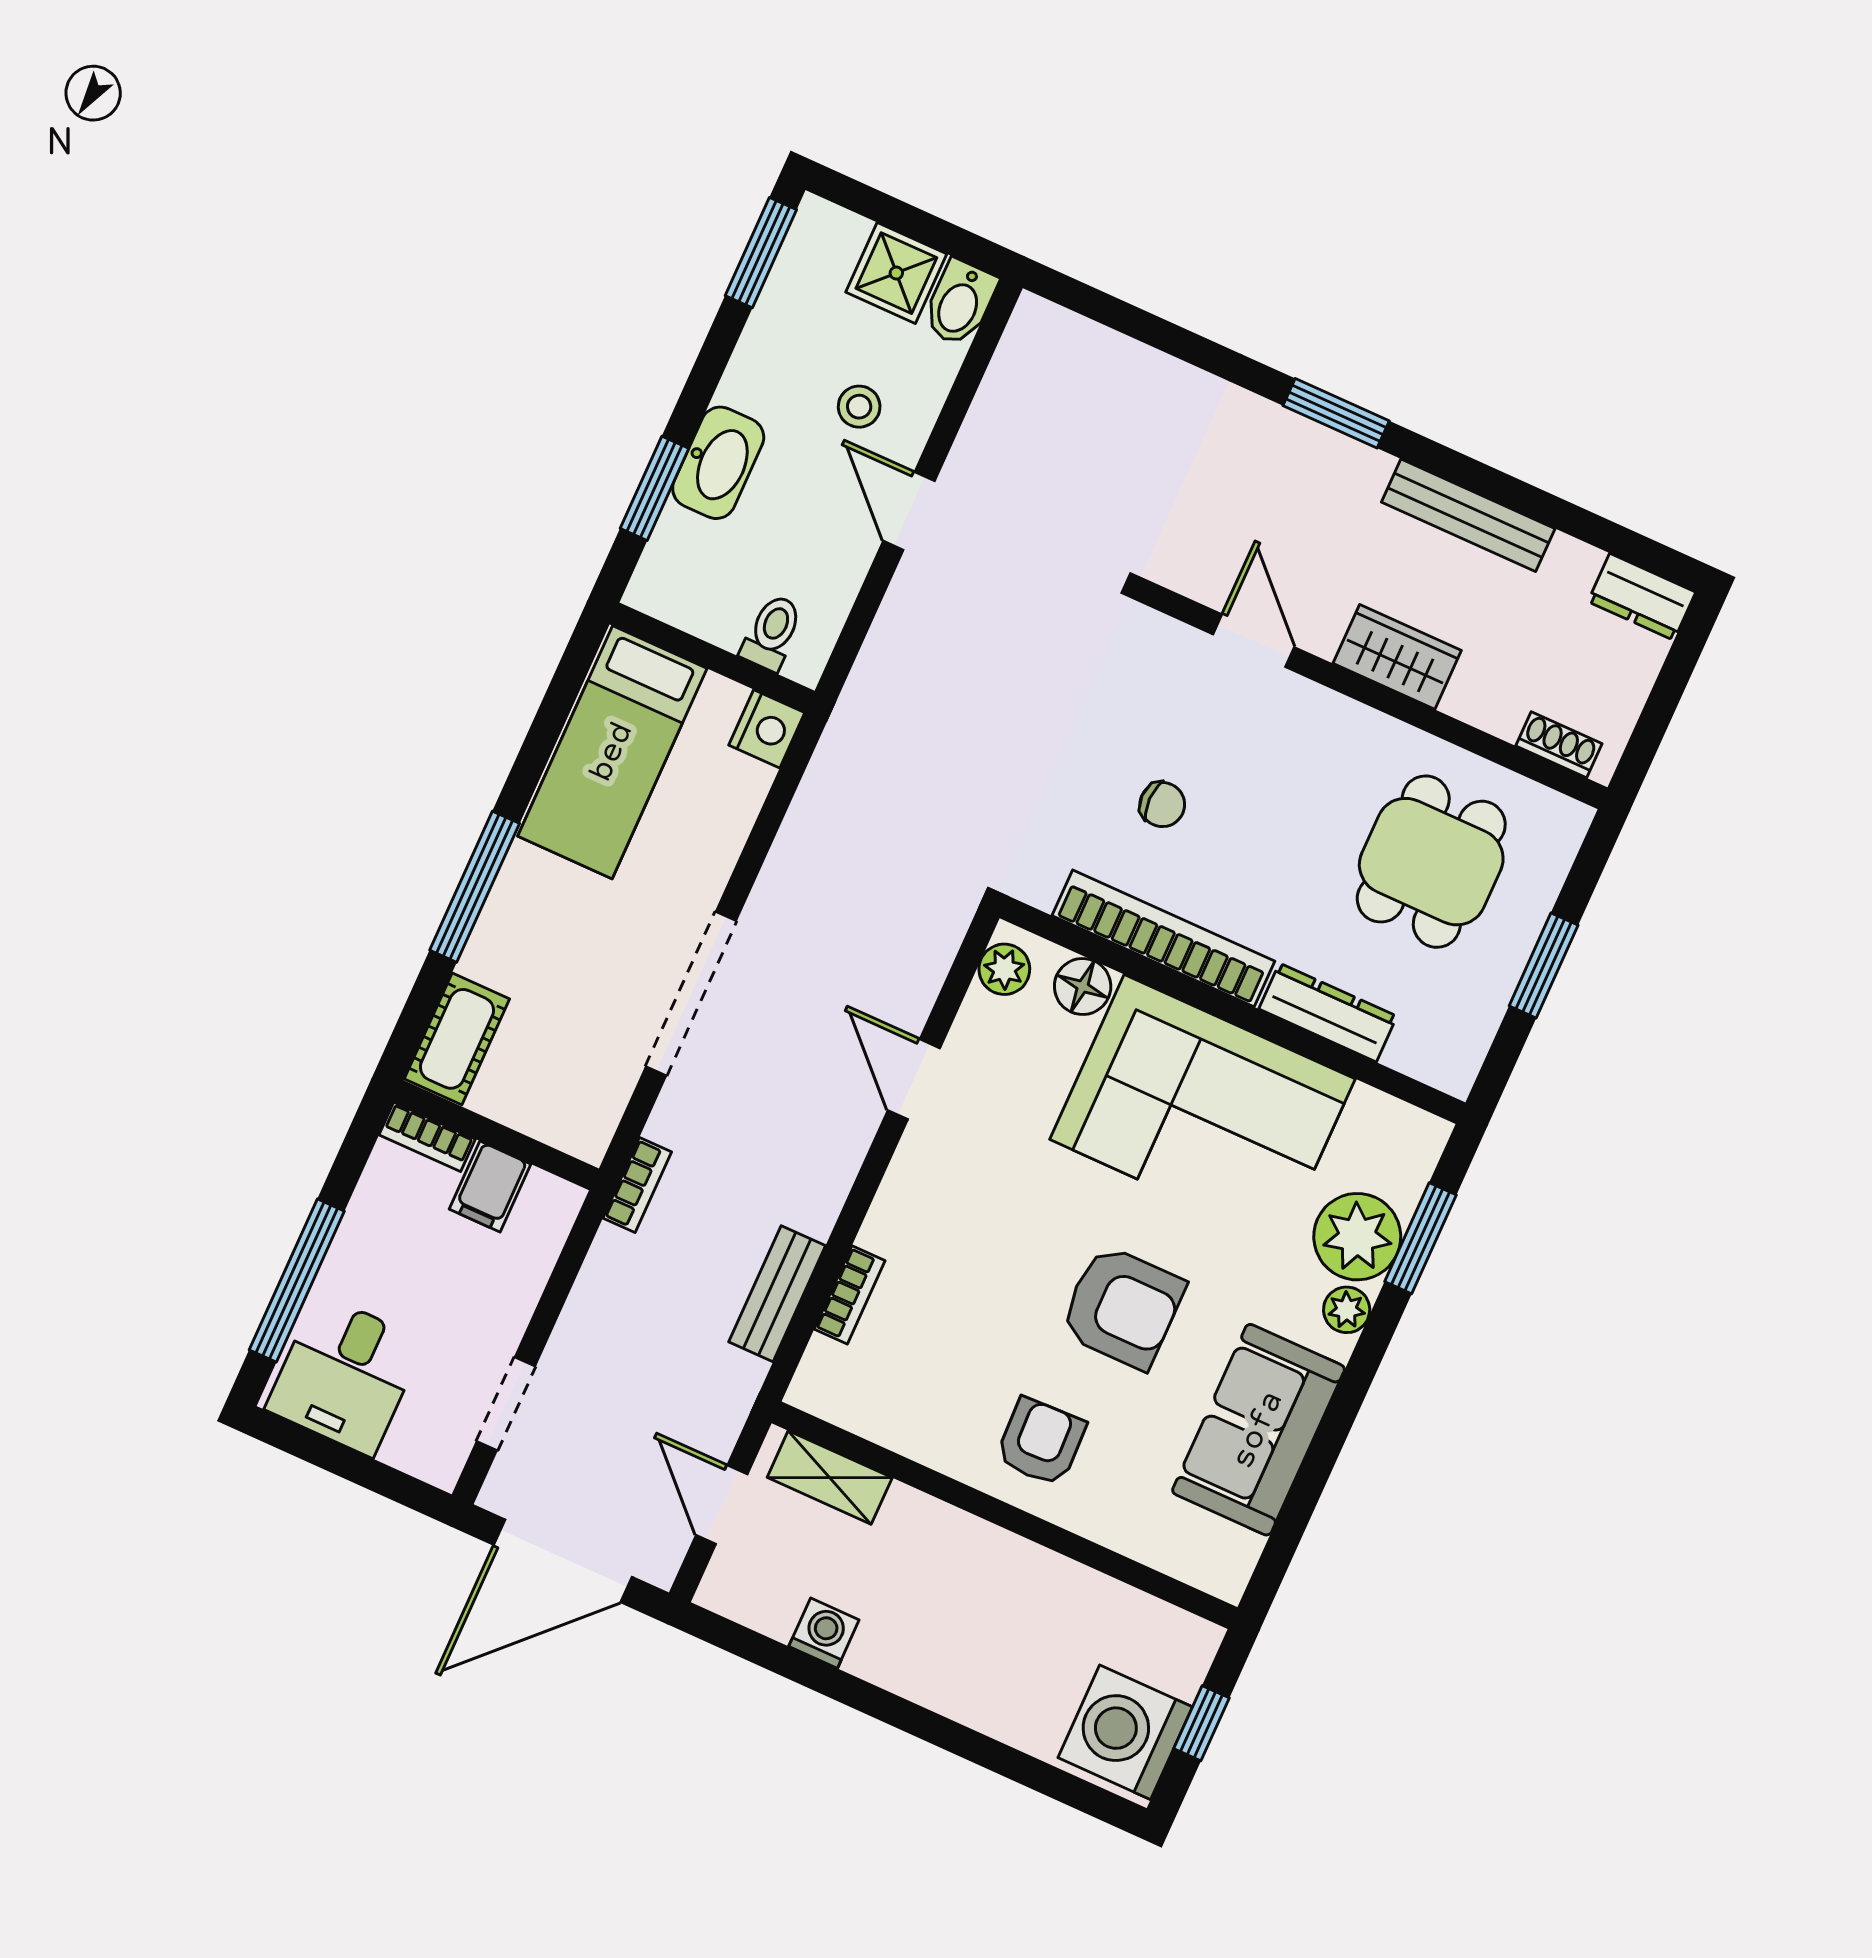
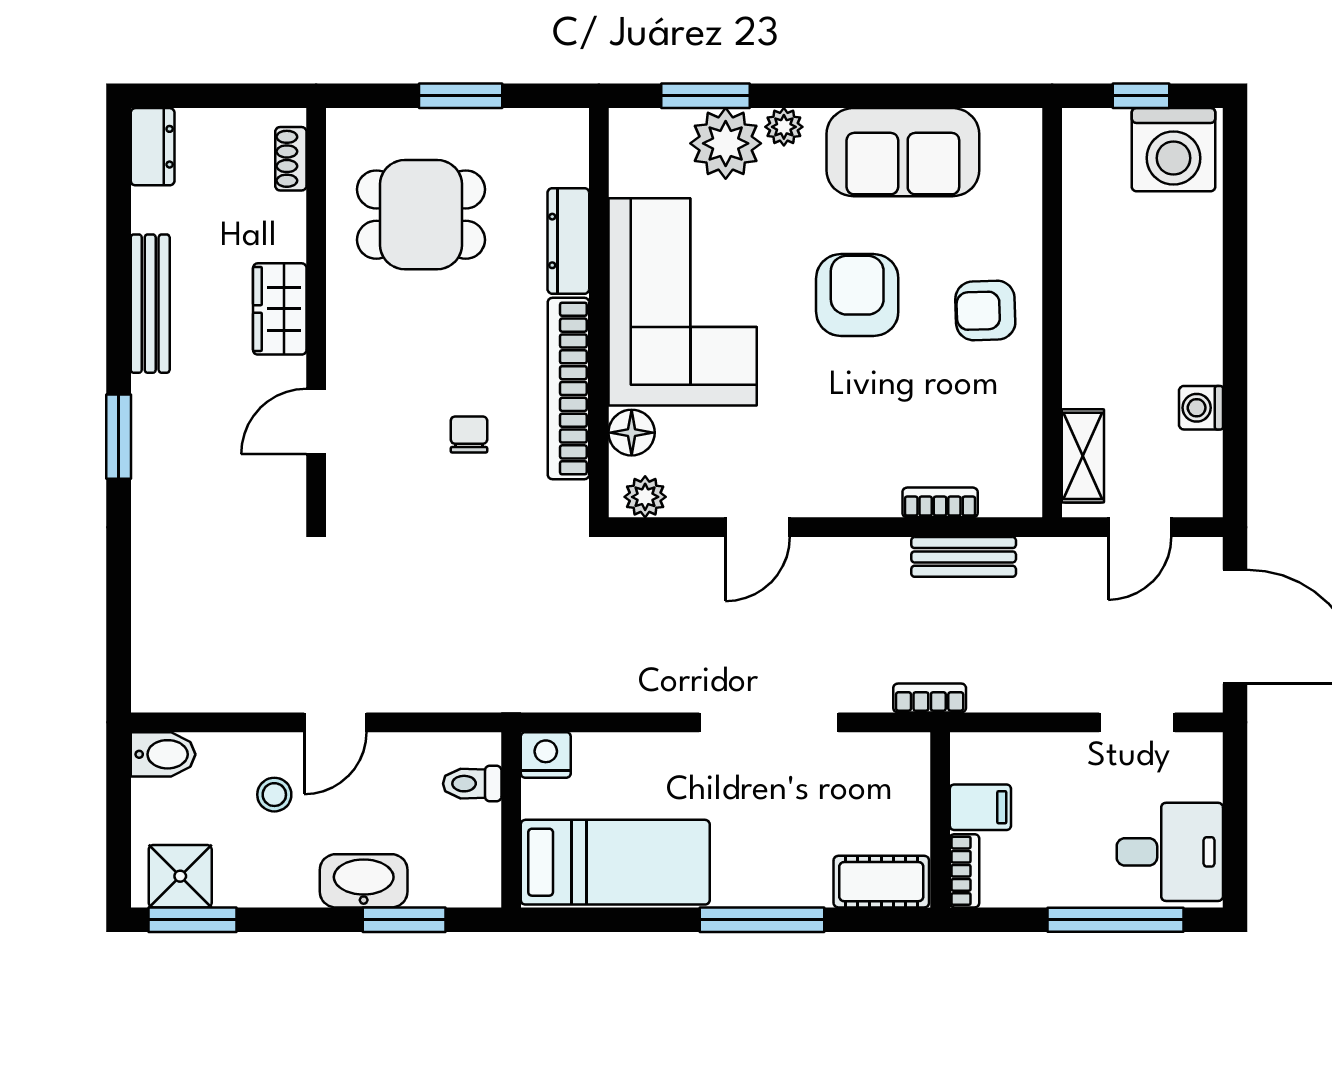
shower: (896, 273) -> (180, 876), moved

